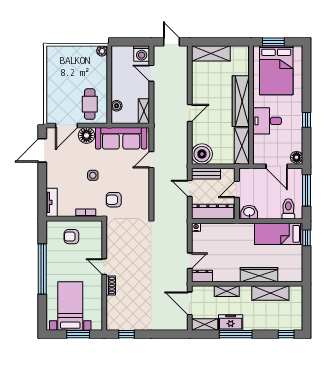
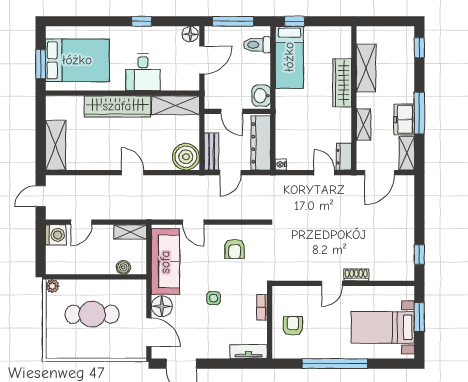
cafe table: (90, 104) -> (92, 314), moved, width x1.37, depth x1.35
armchair: (114, 200) -> (235, 249), moved
armchair: (71, 237) -> (293, 326), turned 180

